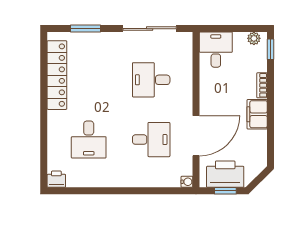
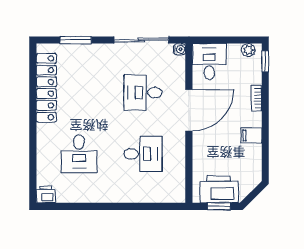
filing cabinet: (257, 114) -> (252, 136), width x0.50
door: (196, 136) -> (189, 110), moved
water cooler: (187, 182) -> (180, 49), moved

